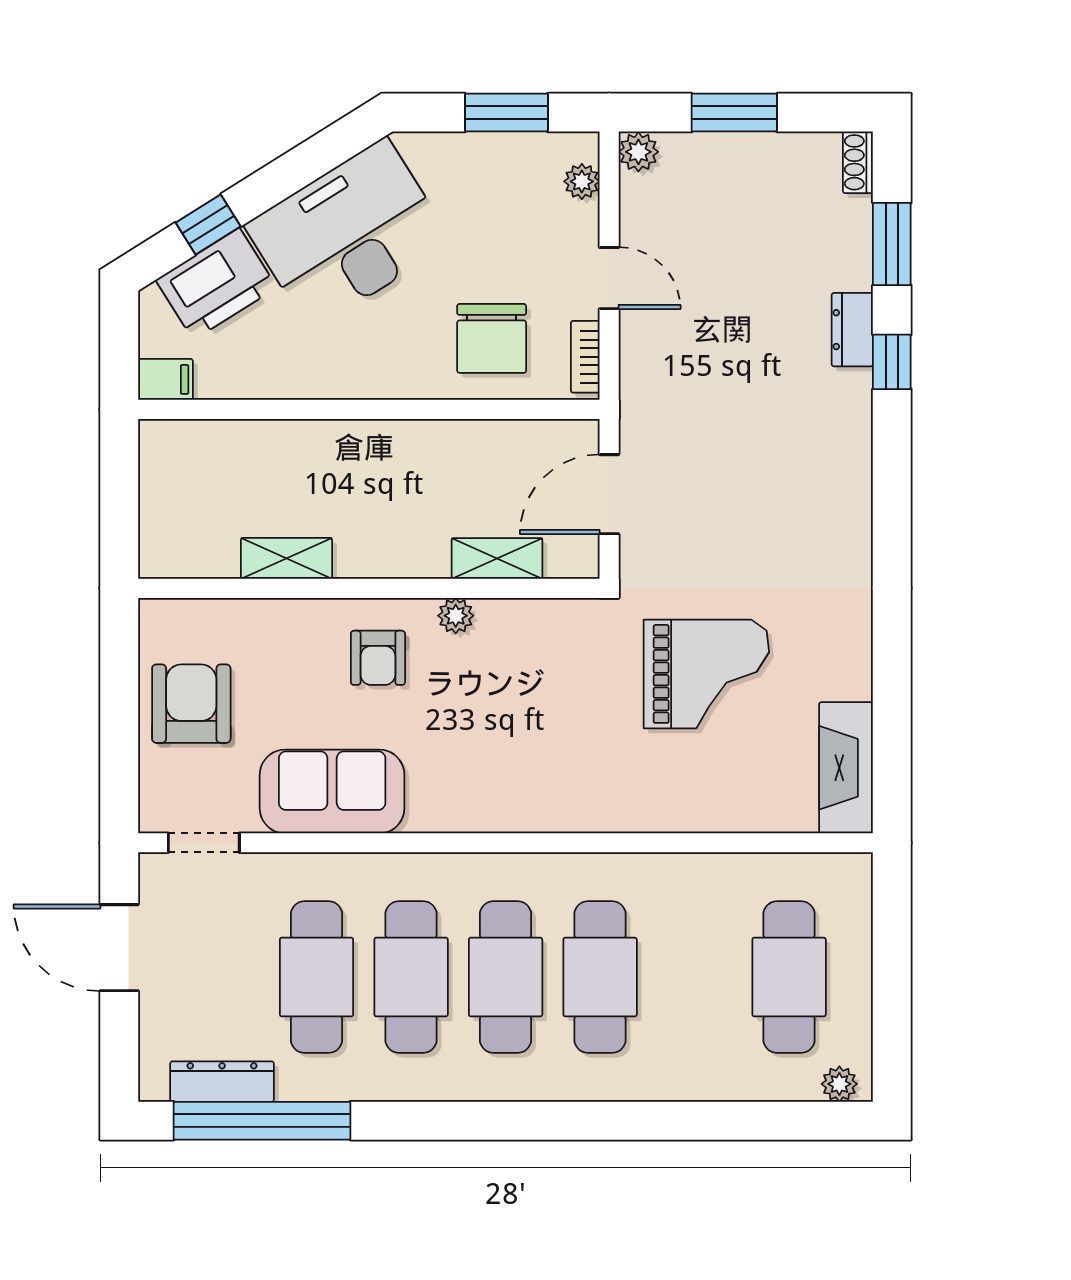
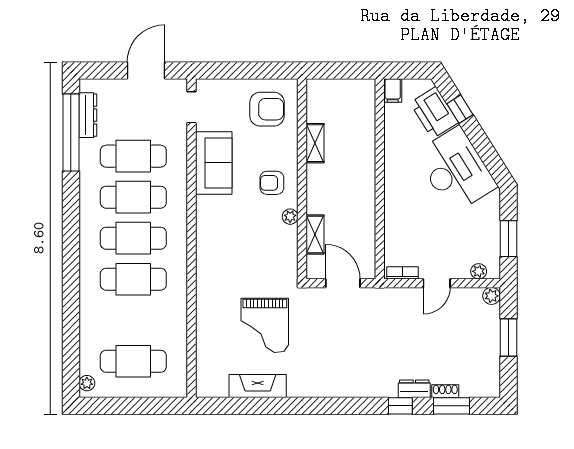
shoe rack: (858, 162) -> (445, 391), moved
chair: (492, 338) -> (411, 232), removed
armchair: (191, 704) -> (267, 109), moved
fireplace: (846, 768) -> (258, 386), moved

